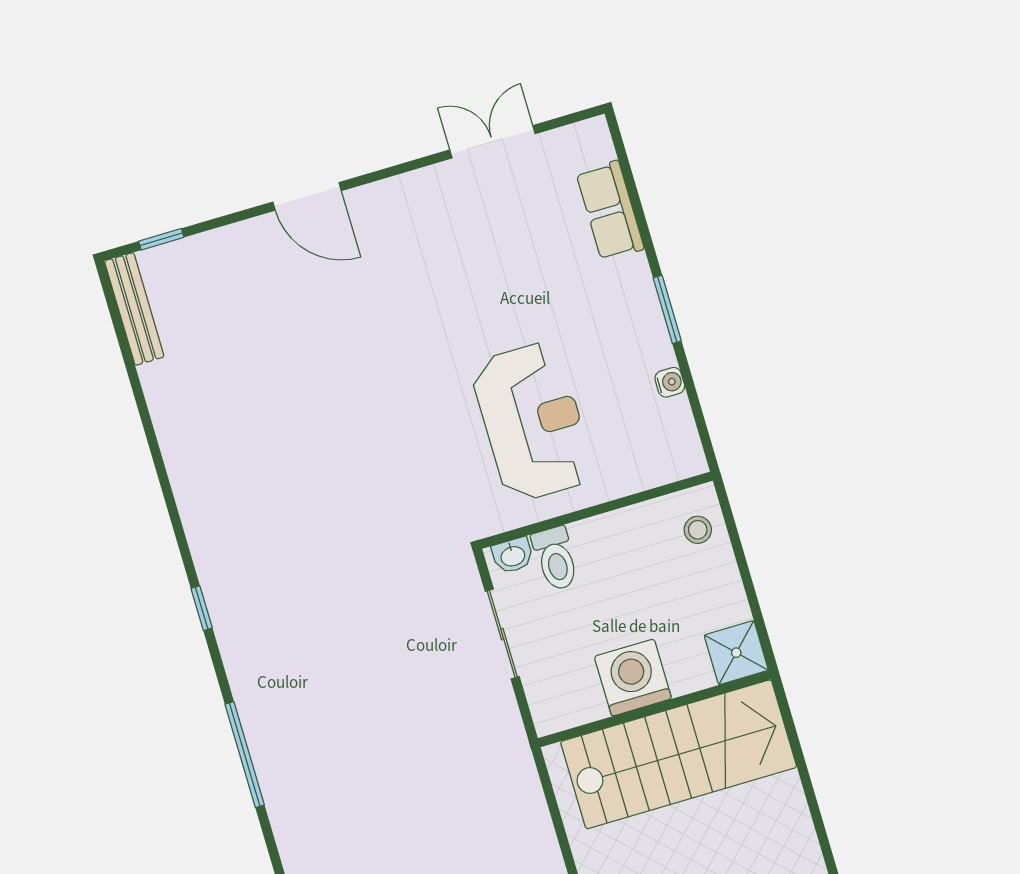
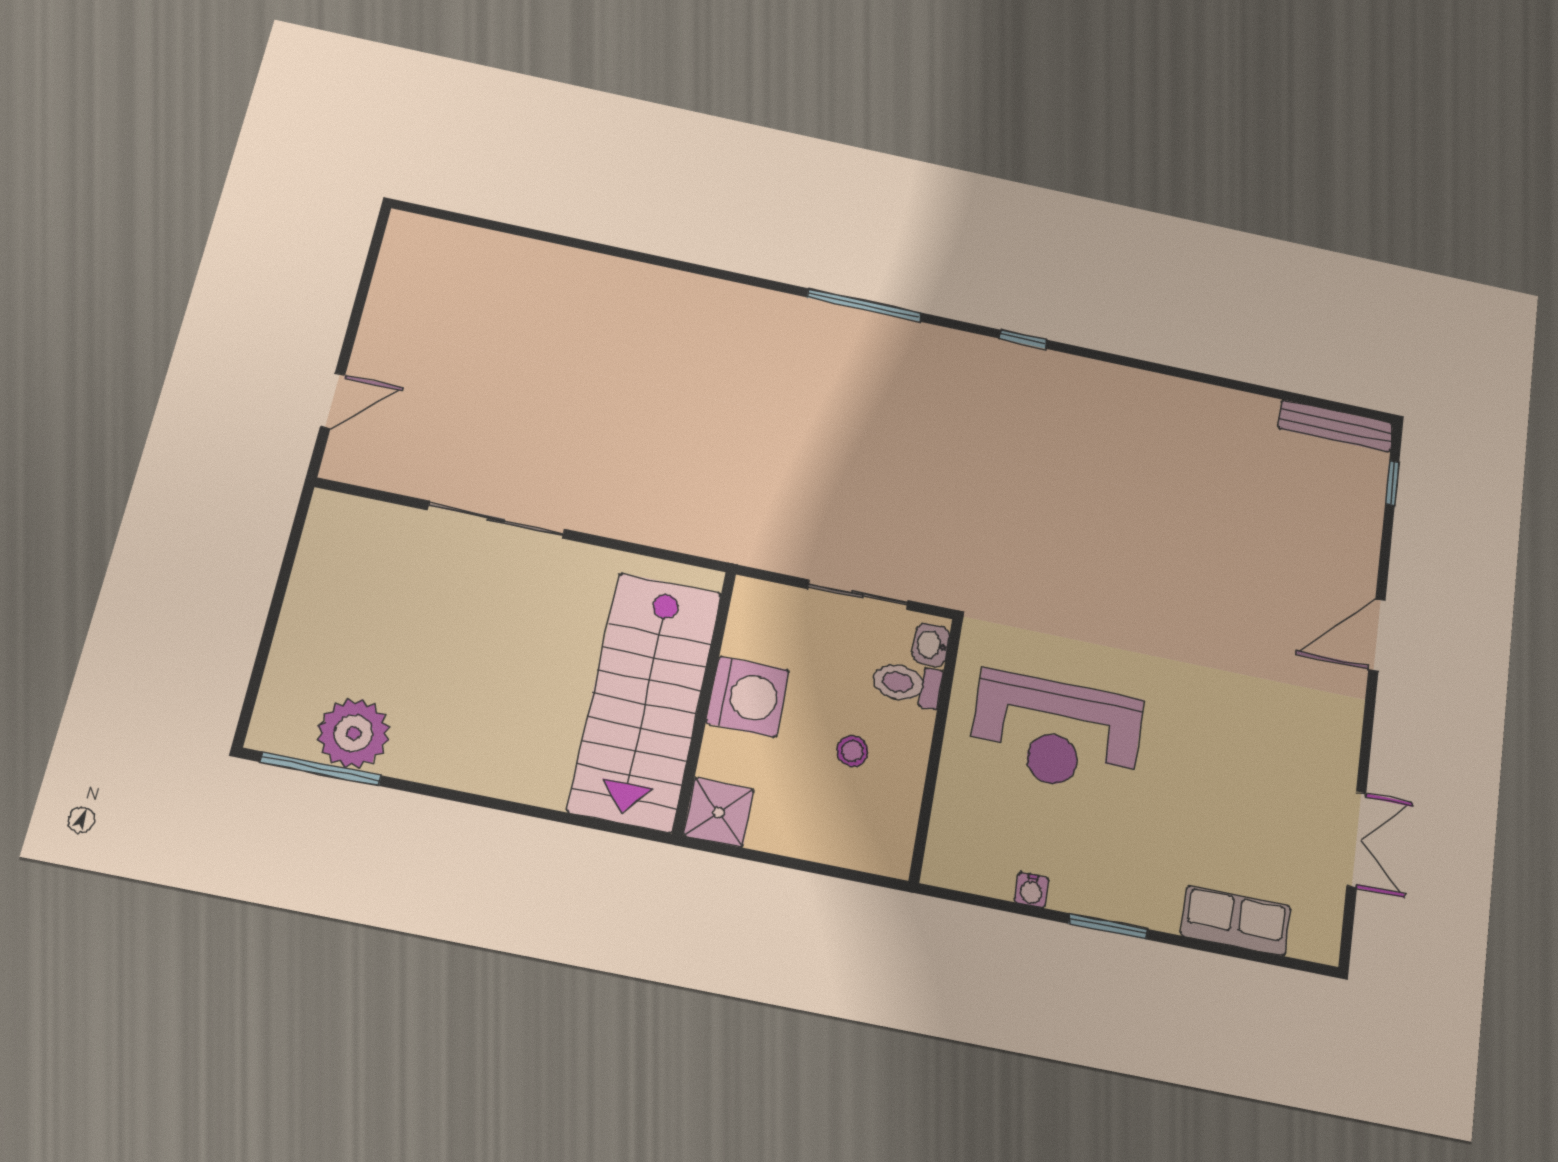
stool: (698, 530) -> (852, 751), moved

